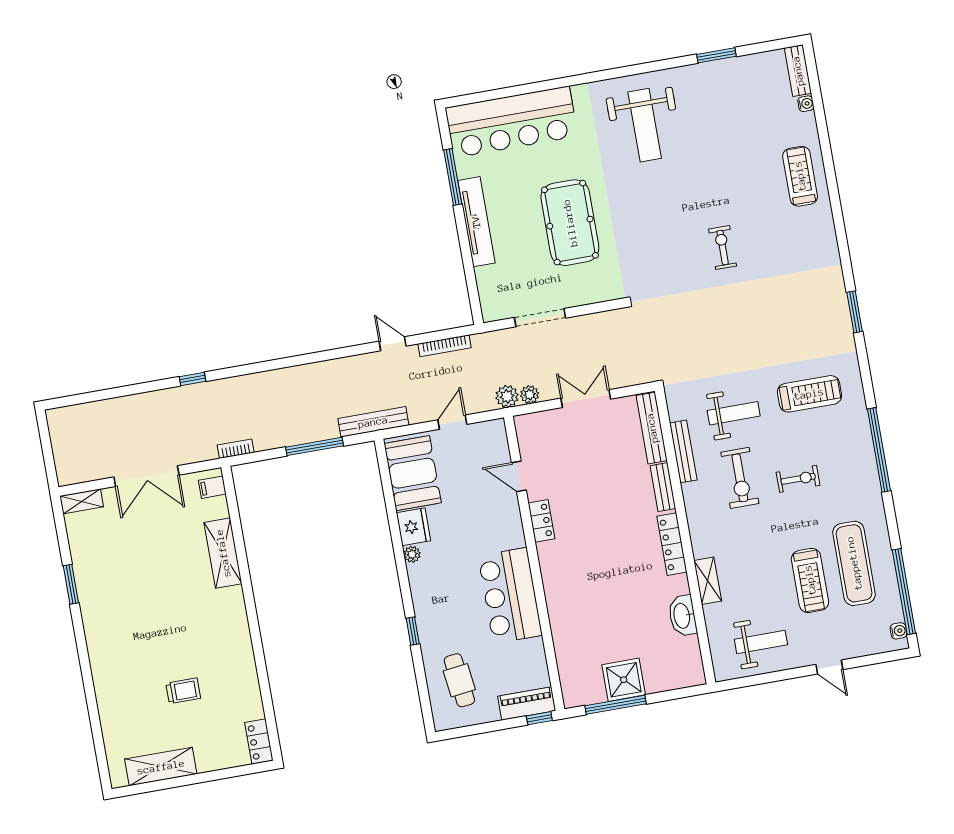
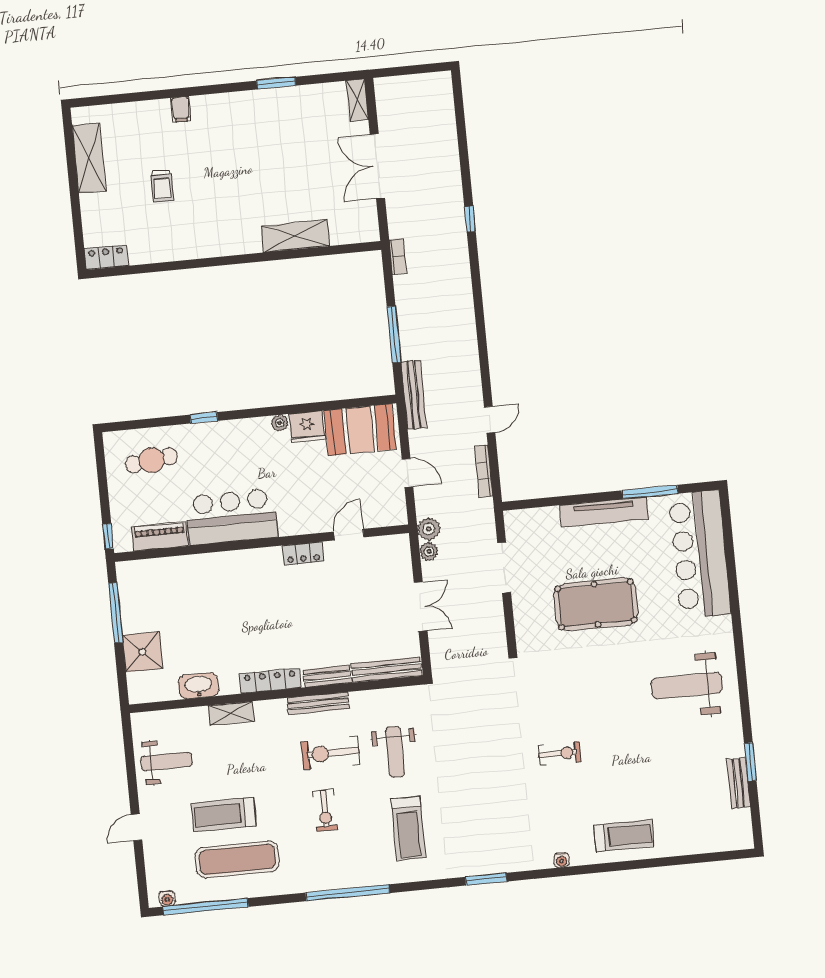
bench: (798, 71) -> (739, 783), moved, turned 90
water cooler: (806, 104) -> (561, 860), moved
bench: (683, 451) -> (318, 703), moved
filing cabinet: (212, 487) -> (181, 109), moved, turned 180
weight bench: (761, 642) -> (167, 761), turned -90
shower: (624, 680) -> (142, 652), moved
piano: (527, 704) -> (160, 537), moved, turned -90

